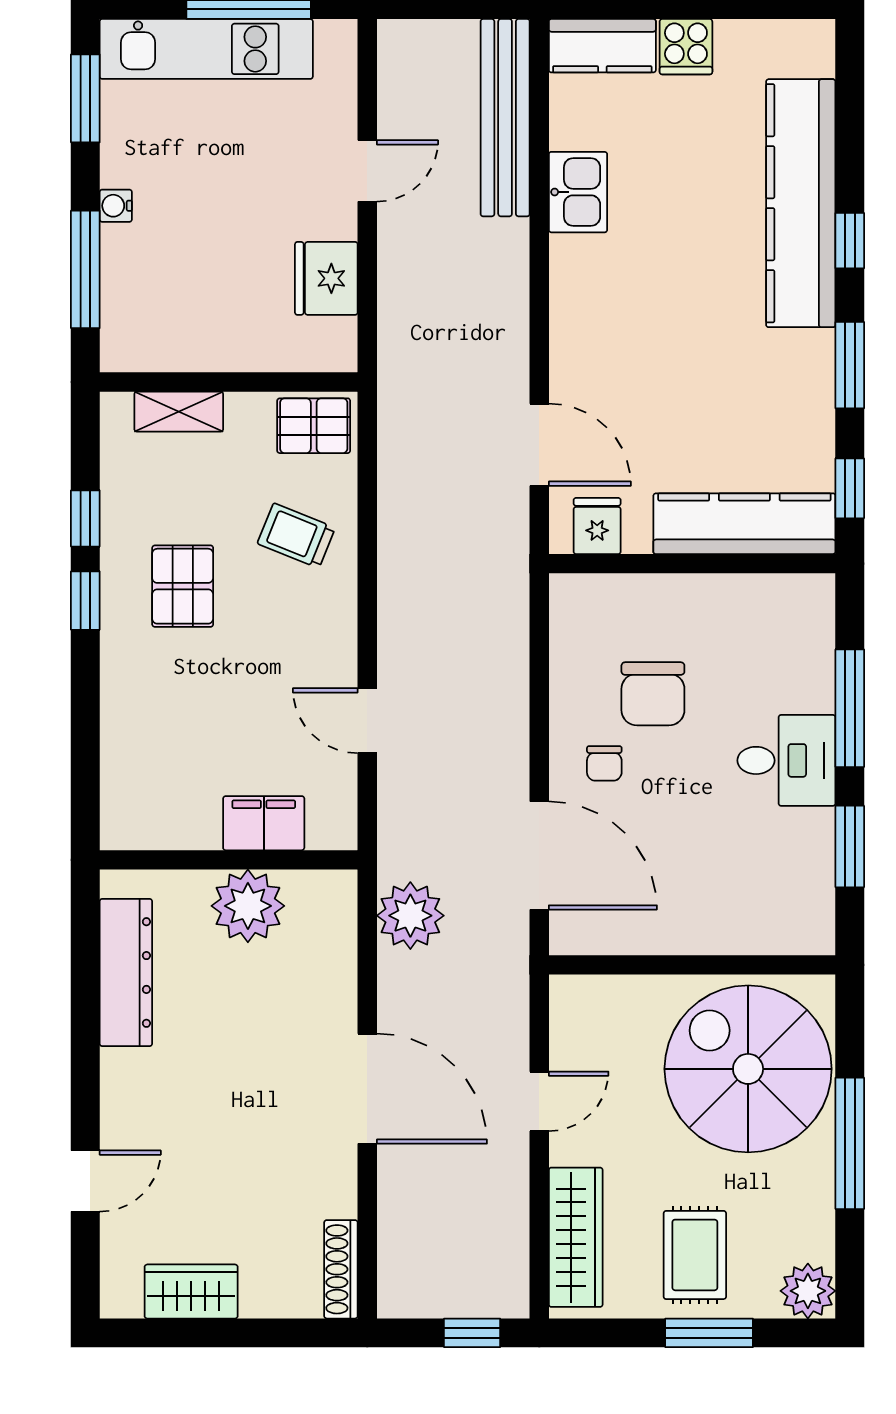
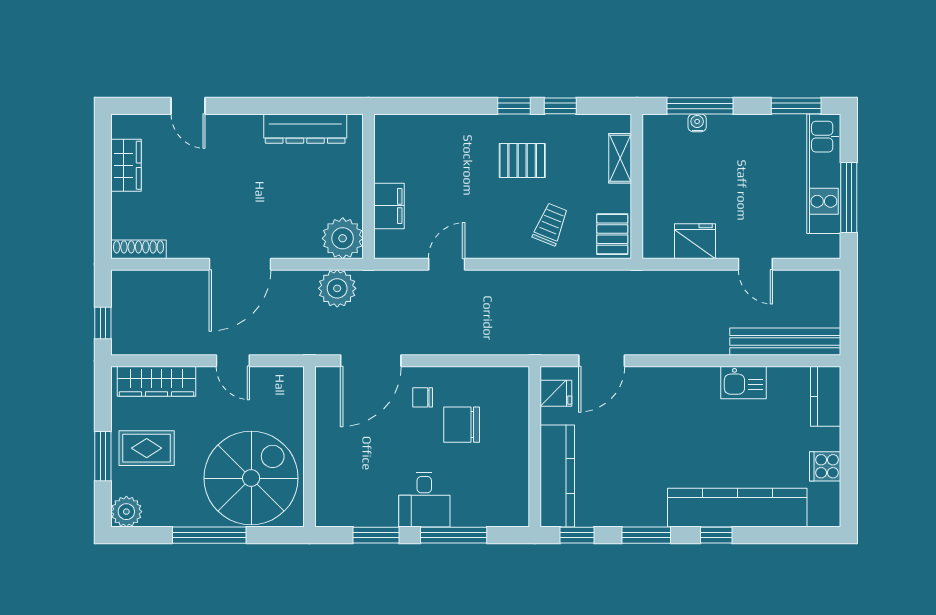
cooker: (686, 47) -> (825, 466), moved
water cooler: (116, 206) -> (697, 123), moved
plant: (248, 906) -> (343, 238), moved

